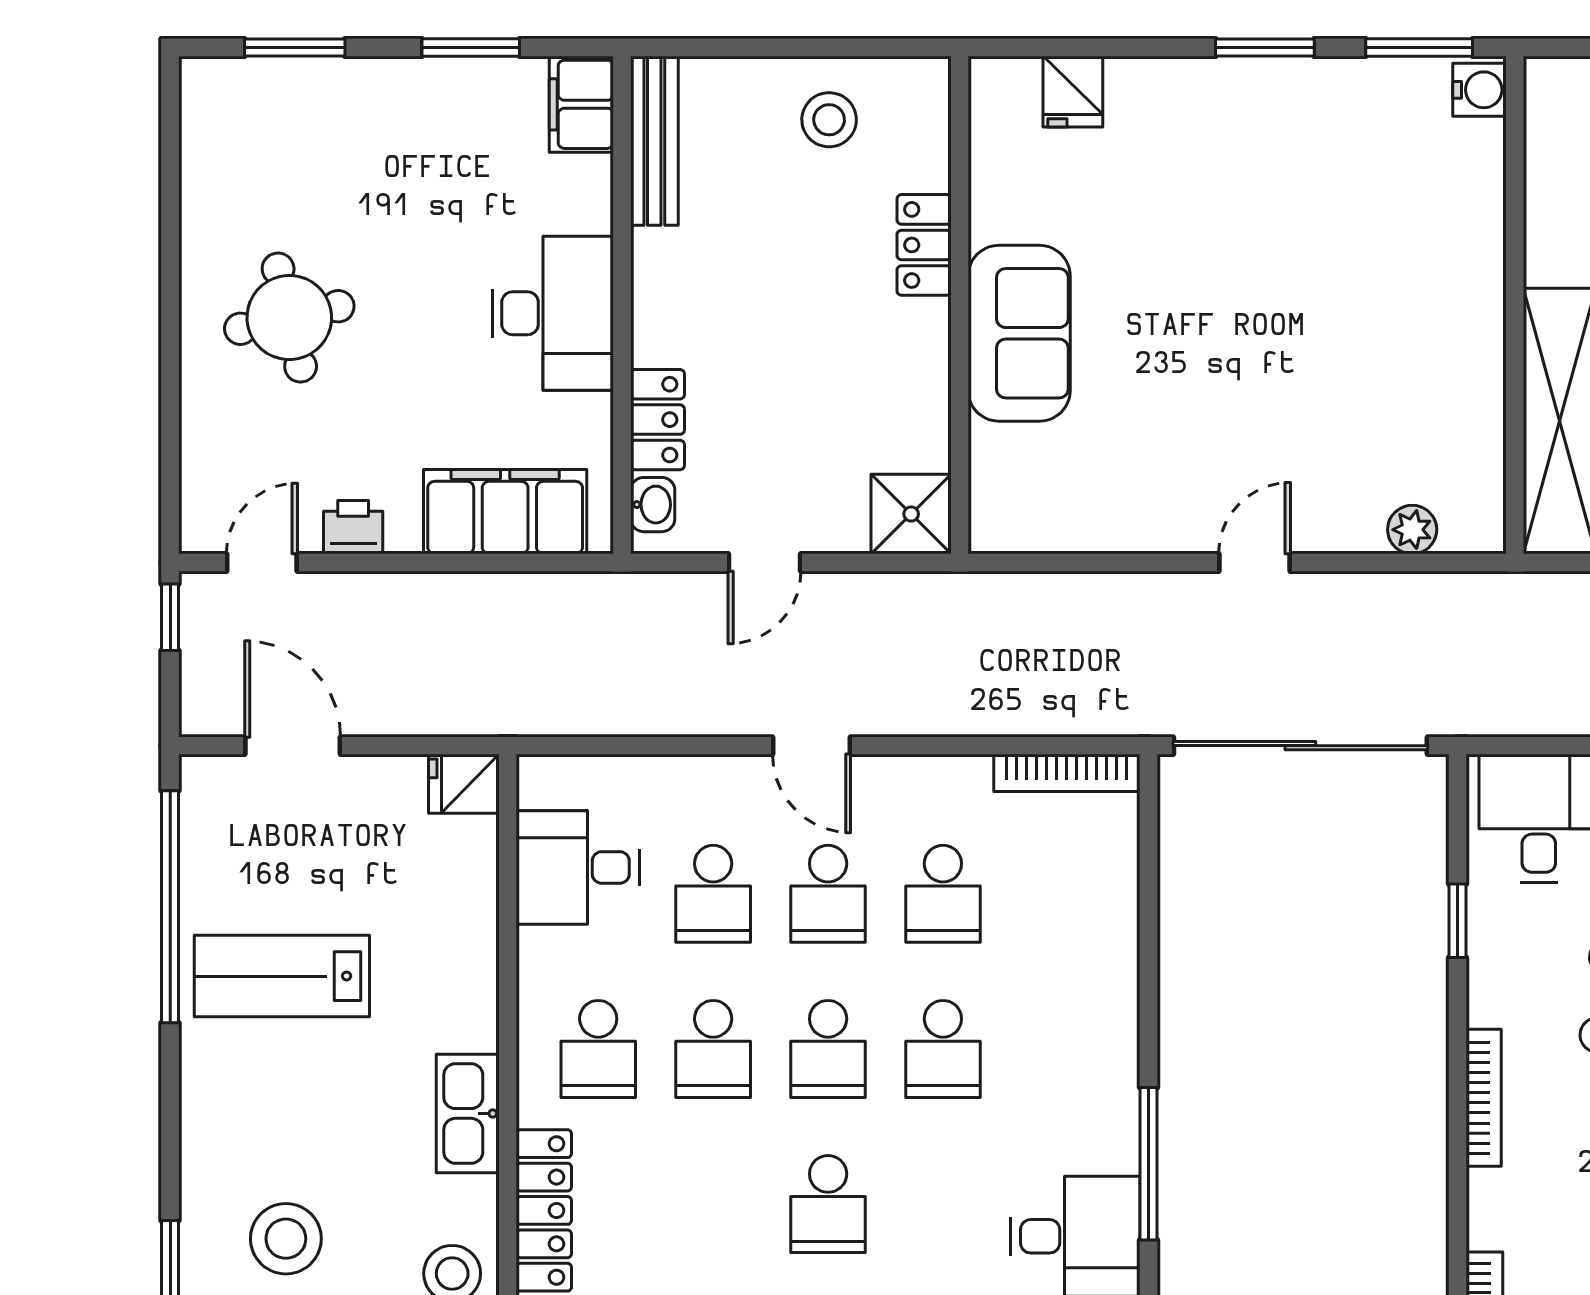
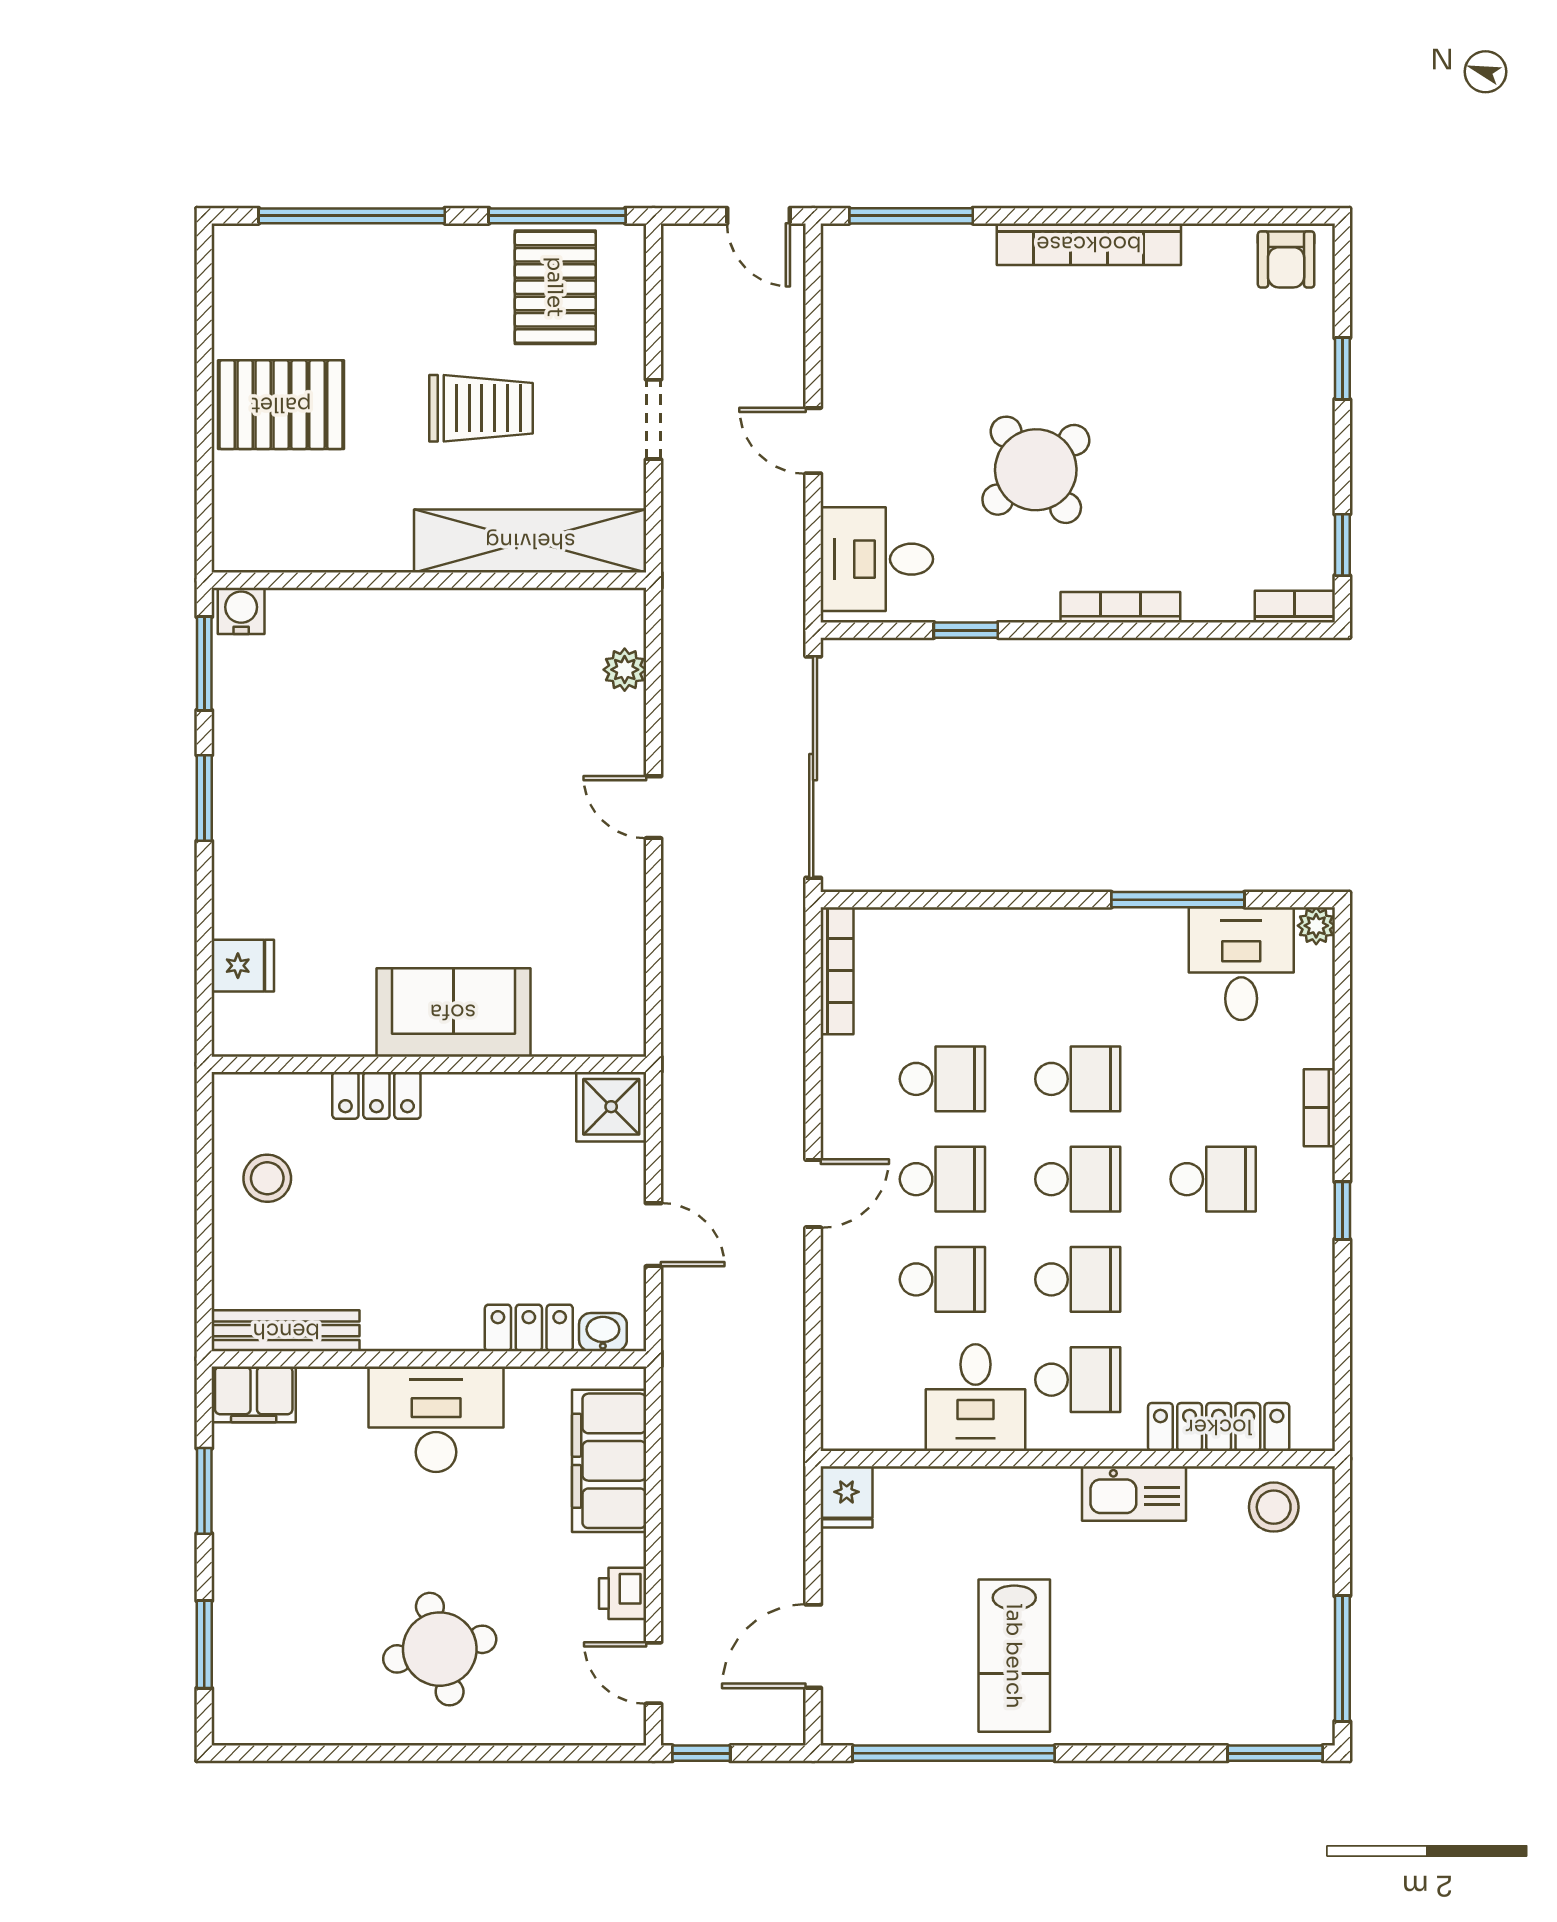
desk: (578, 867) -> (975, 1398), moved
stool: (286, 1239) -> (1243, 1652), removed

